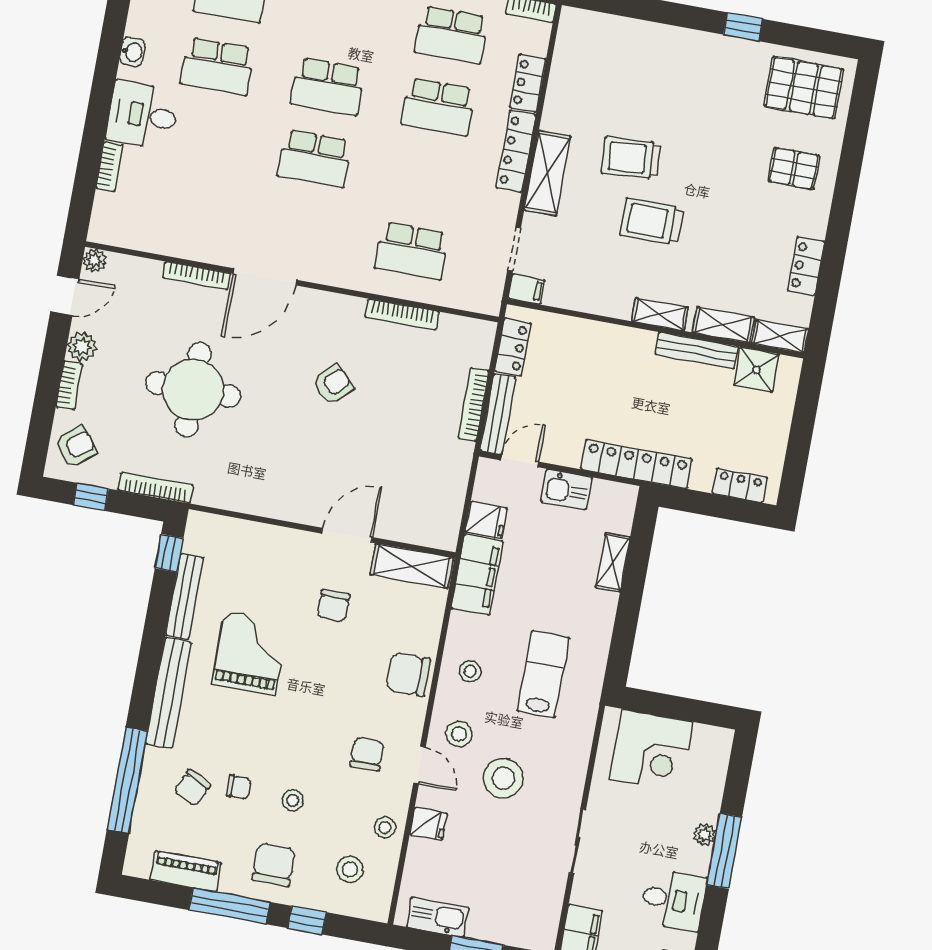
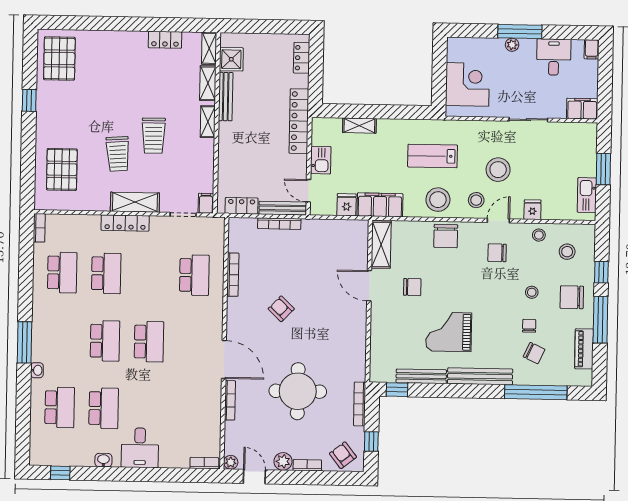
locker: (528, 83) -> (84, 223), removed
bookcase: (109, 167) -> (204, 463), moved
pallet: (794, 168) -> (62, 169), moved, width x1.50, depth x1.42
stool: (470, 671) -> (438, 200), width x1.89, depth x1.89

